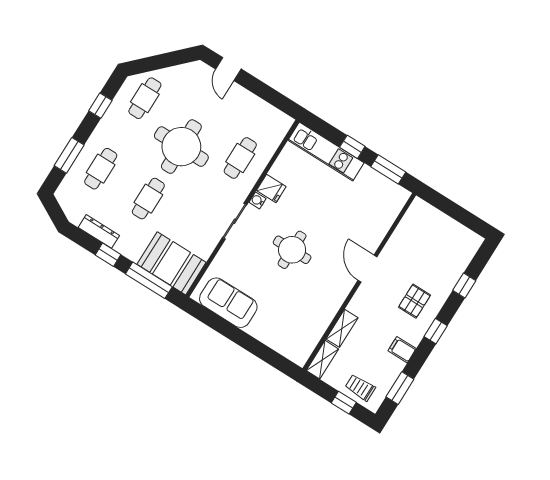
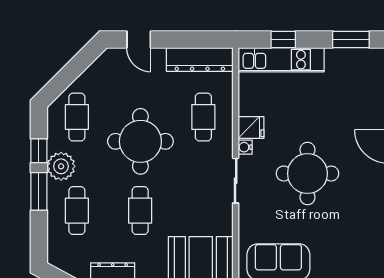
dresser: (265, 113) -> (200, 59), added
plant: (110, 128) -> (61, 166), added
window: (352, 147) -> (283, 39), moved
window: (69, 155) -> (39, 191), moved
round table: (292, 250) -> (307, 174), width x1.36, depth x1.36

